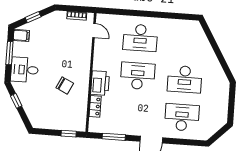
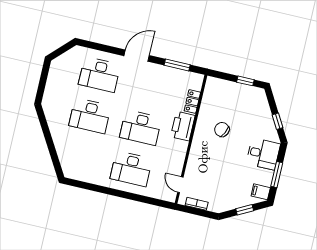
desk: (140, 38) -> (131, 169), turned 180
desk: (185, 79) -> (90, 116), turned 180
window: (69, 134) -> (245, 81), moved

